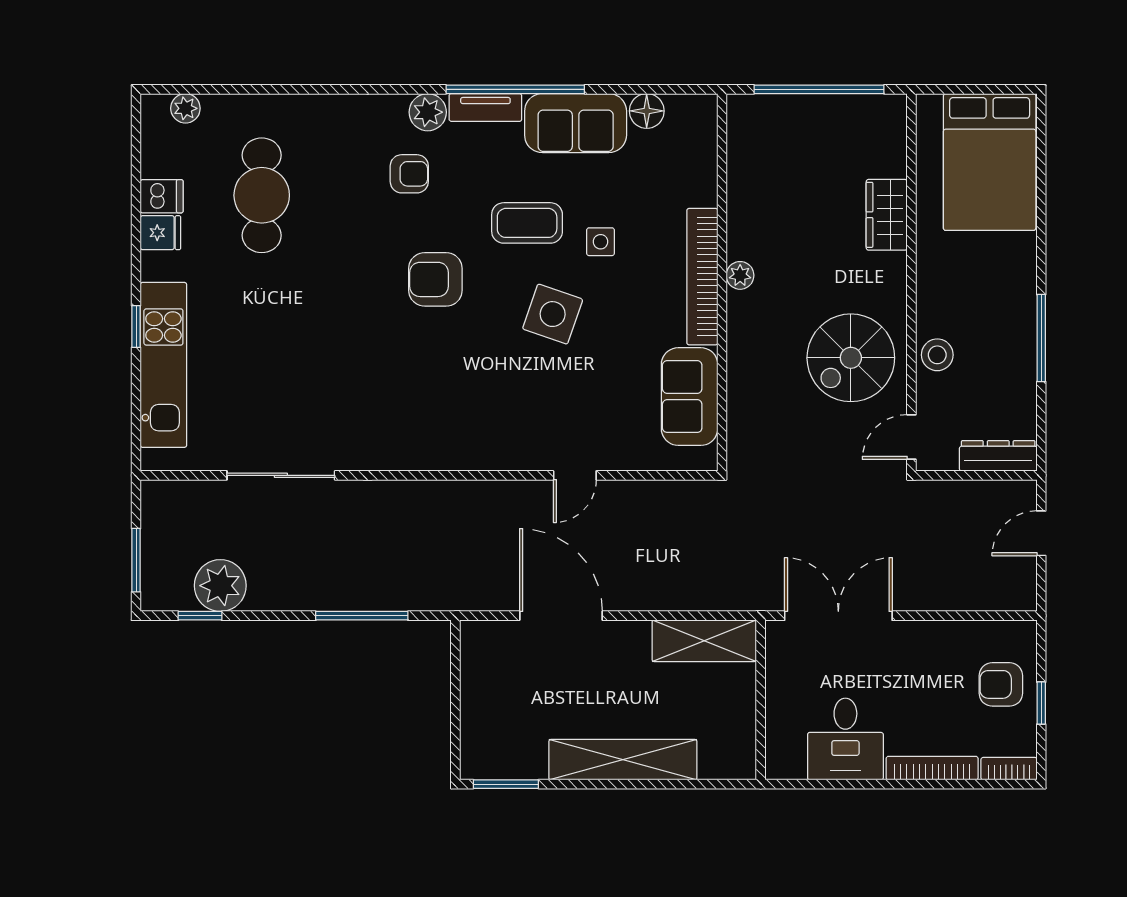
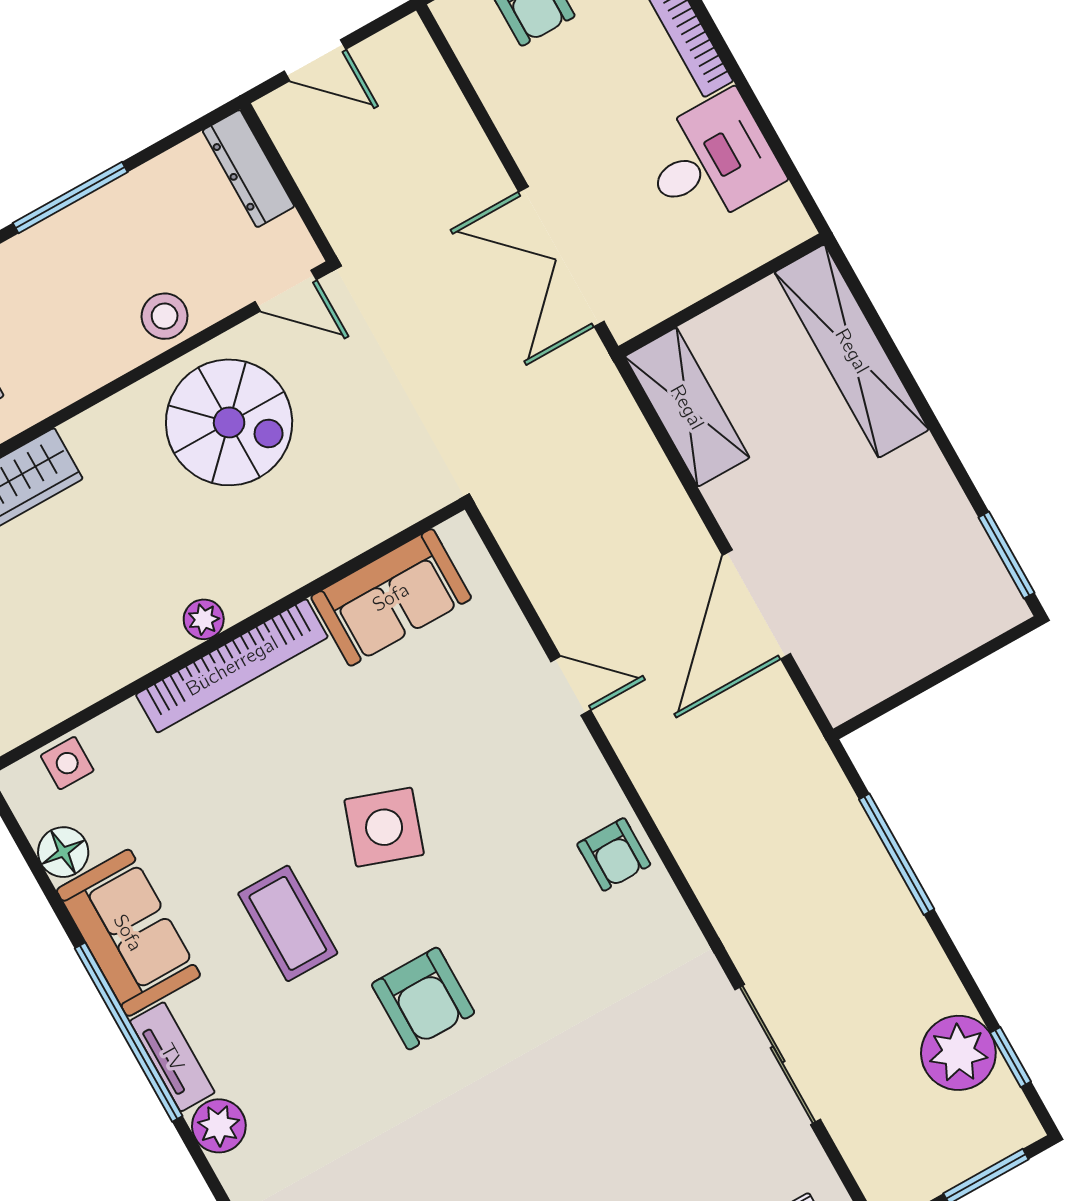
armchair: (409, 174) -> (614, 854), moved, turned 180
side table: (601, 242) -> (67, 763), moved
shelving: (623, 760) -> (852, 351), moved

